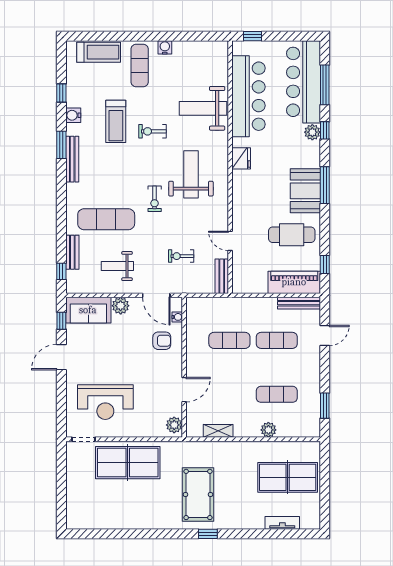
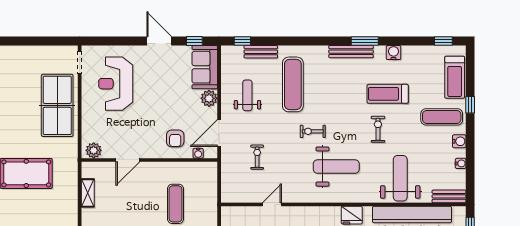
window: (127, 36) -> (470, 105), added
water cooler: (188, 46) -> (461, 163), added
window: (61, 93) -> (443, 41), moved
bench: (222, 276) -> (449, 196), moved
door: (184, 390) -> (128, 160), hinge flipped

